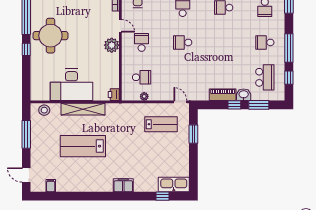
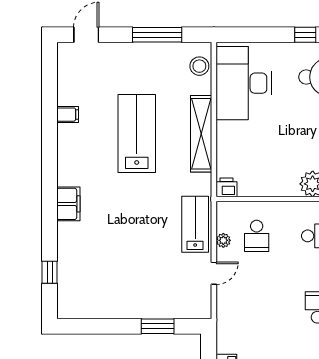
desk: (72, 85) -> (244, 83), moved
door: (180, 102) -> (214, 273), moved
lab bench: (161, 124) -> (195, 224), moved, turned 180
kitchen sink: (174, 184) -> (70, 292), removed
filing cabinet: (51, 186) -> (68, 115), moved

